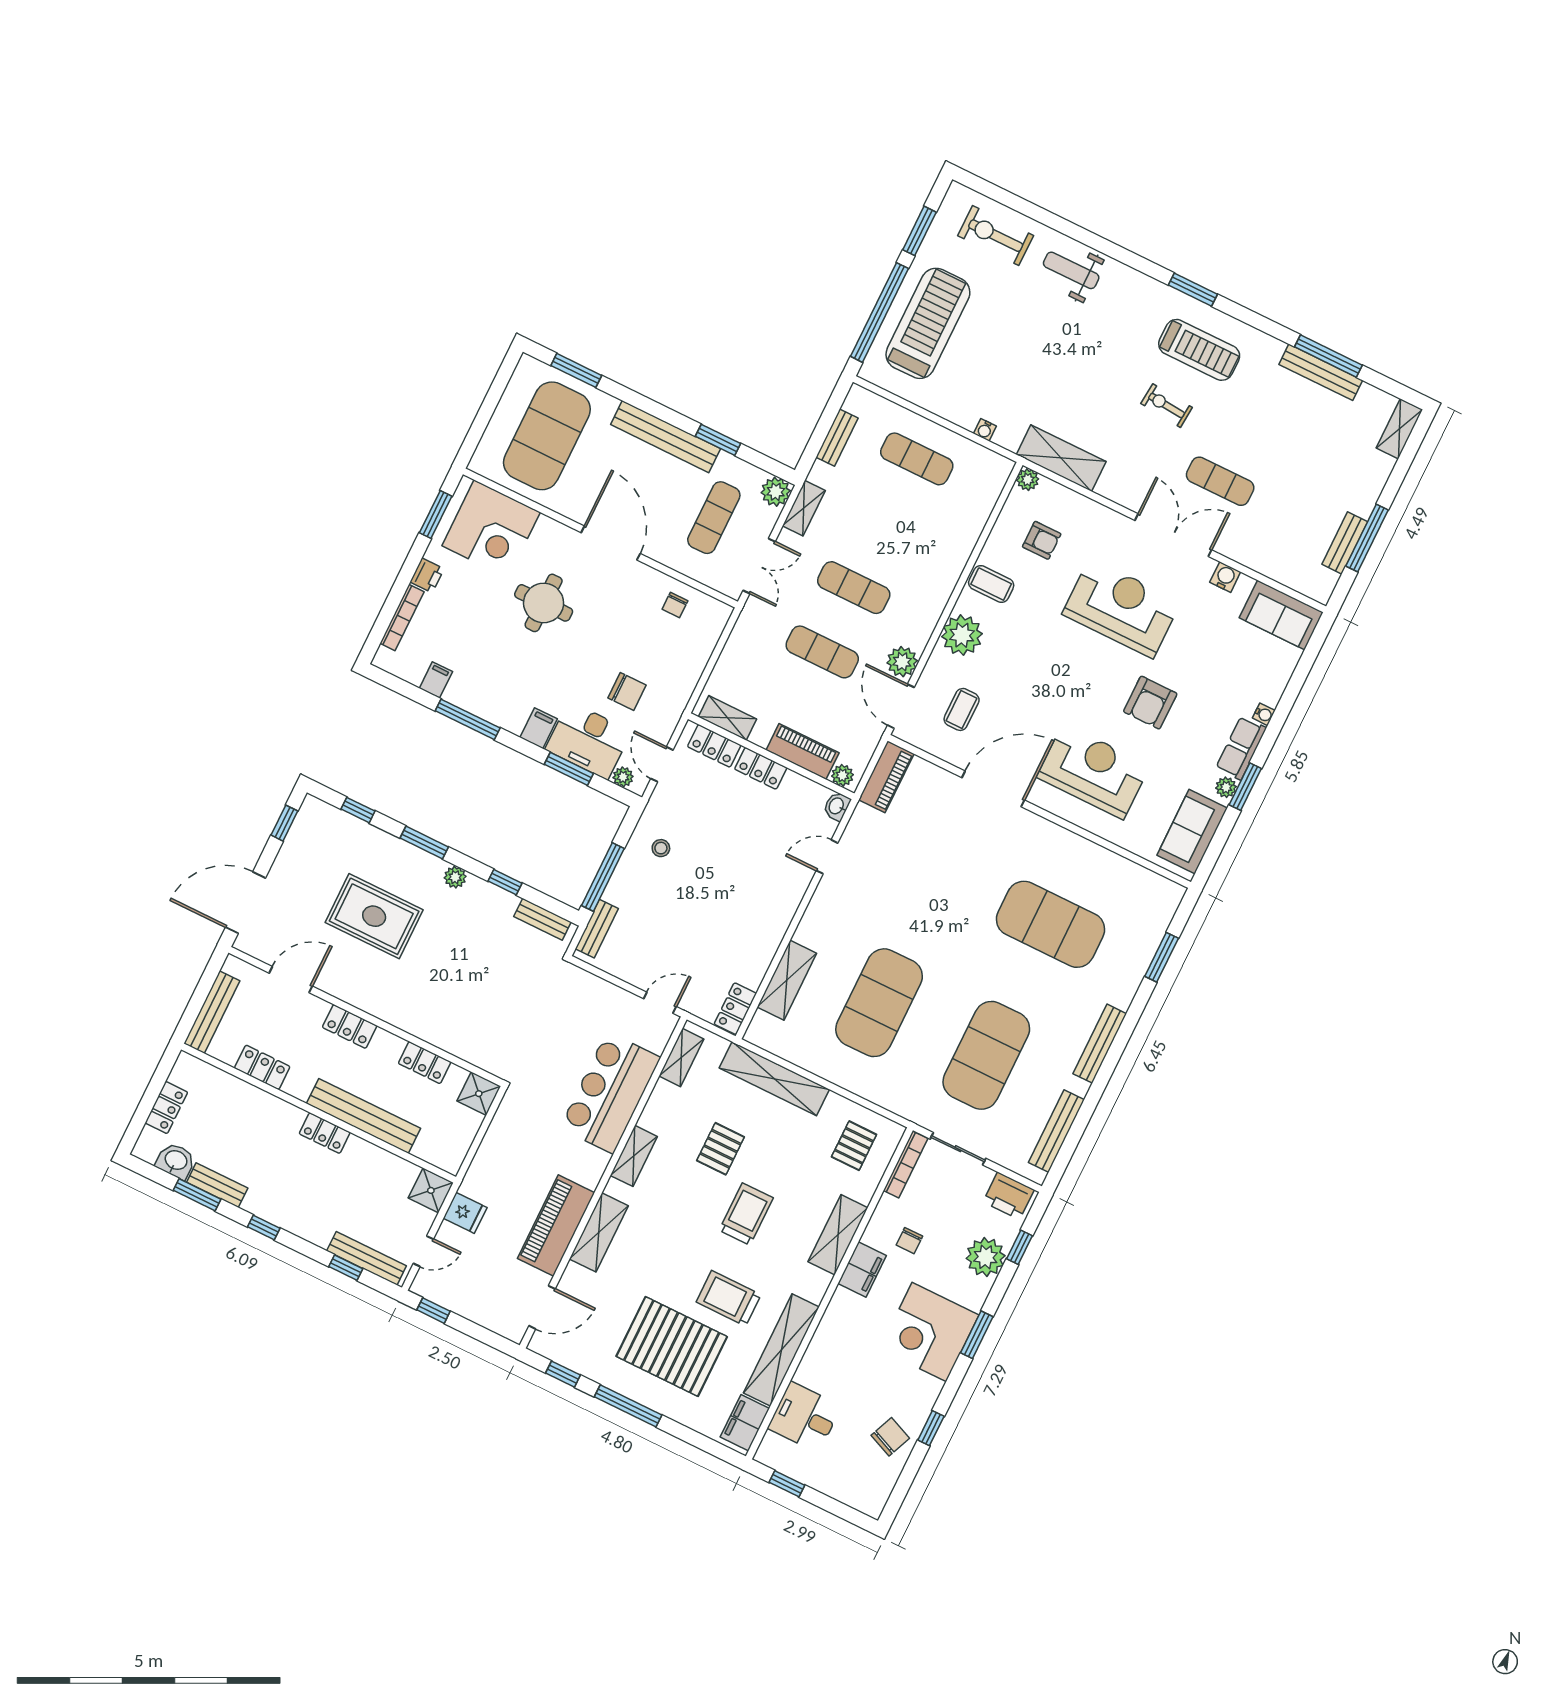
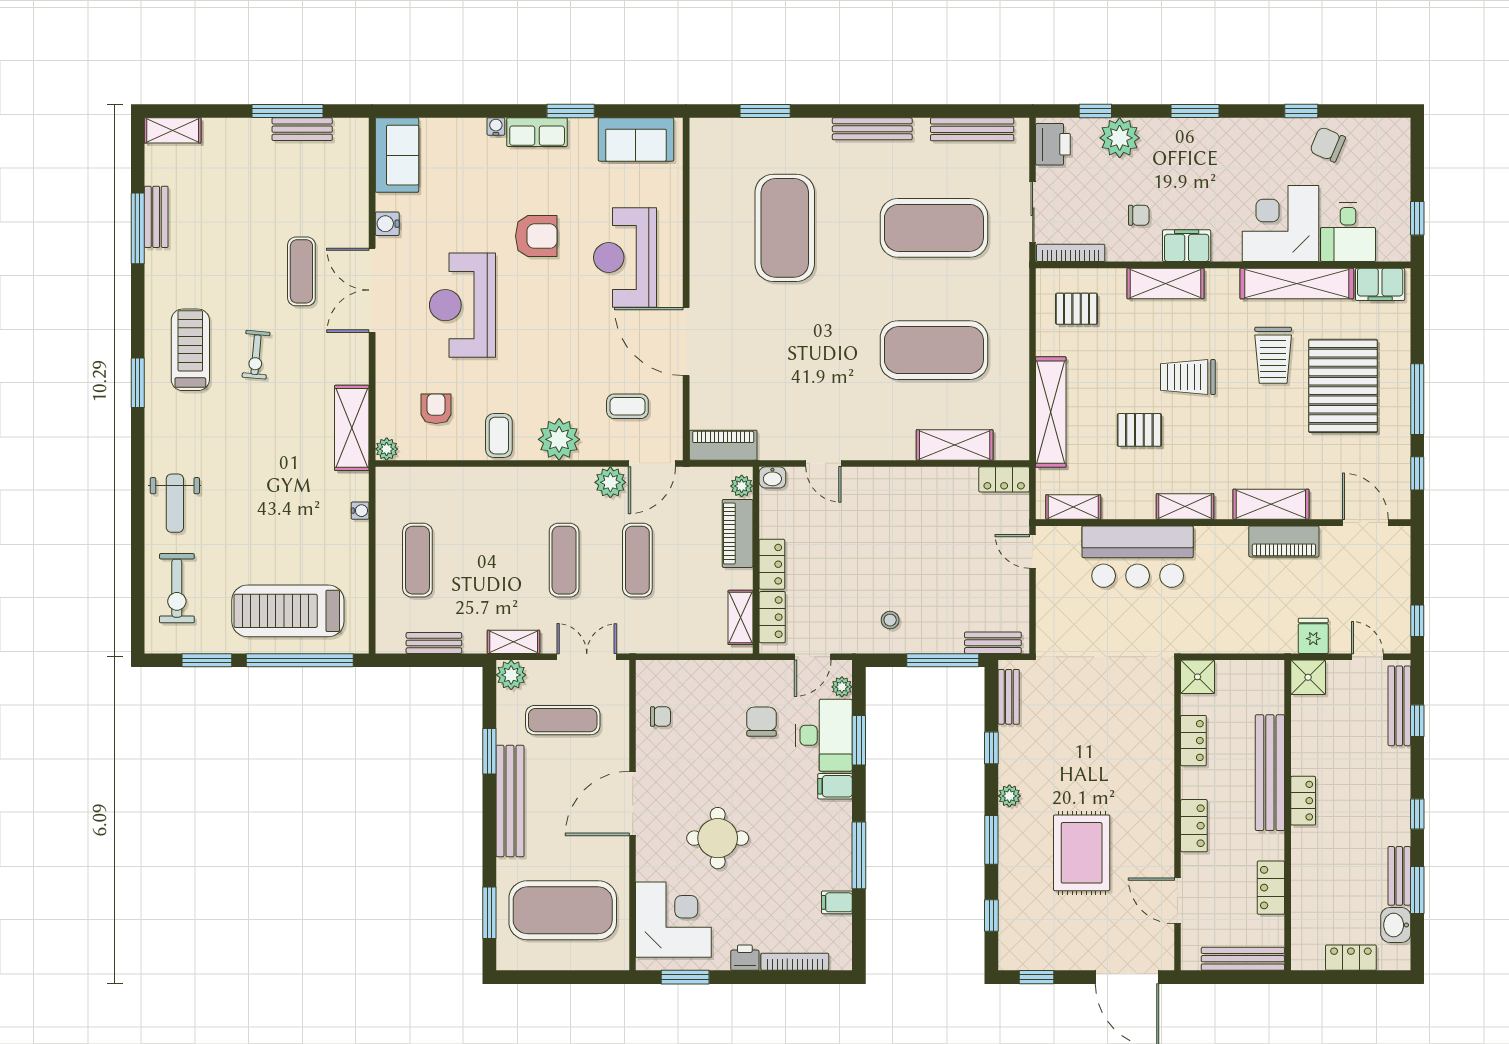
bench: (1321, 372) -> (156, 217), width x0.73
plant: (1226, 787) -> (580, 128), removed
piano: (556, 1226) -> (1284, 541), width x0.73, depth x0.75
corner desk: (929, 1332) -> (1280, 223), moved, turned 180

